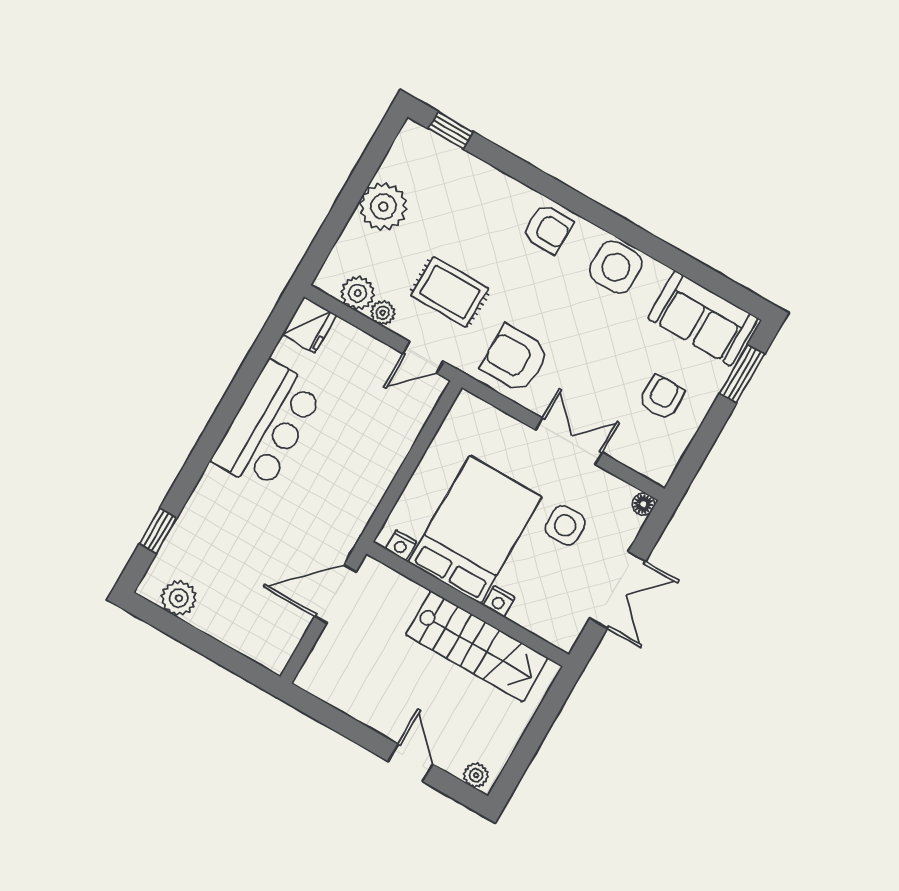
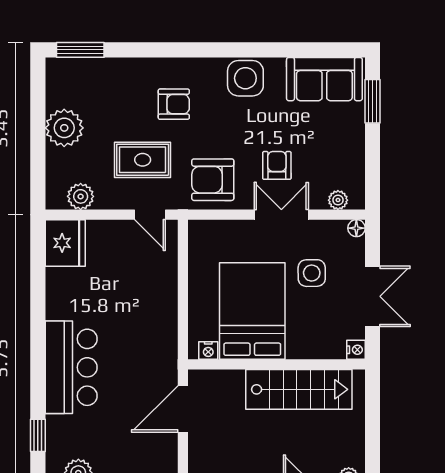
window: (451, 130) -> (80, 50), width x1.50
armchair: (548, 229) -> (174, 104), moved
plant: (383, 313) -> (338, 200), moved
fridge: (309, 325) -> (65, 243), width x1.36, depth x1.34
door: (423, 357) -> (150, 215), hinge flipped
armchair: (662, 397) -> (277, 165), moved
bar counter: (268, 426) -> (71, 367), moved
nightstand: (499, 601) -> (356, 350), moved, turned -90

